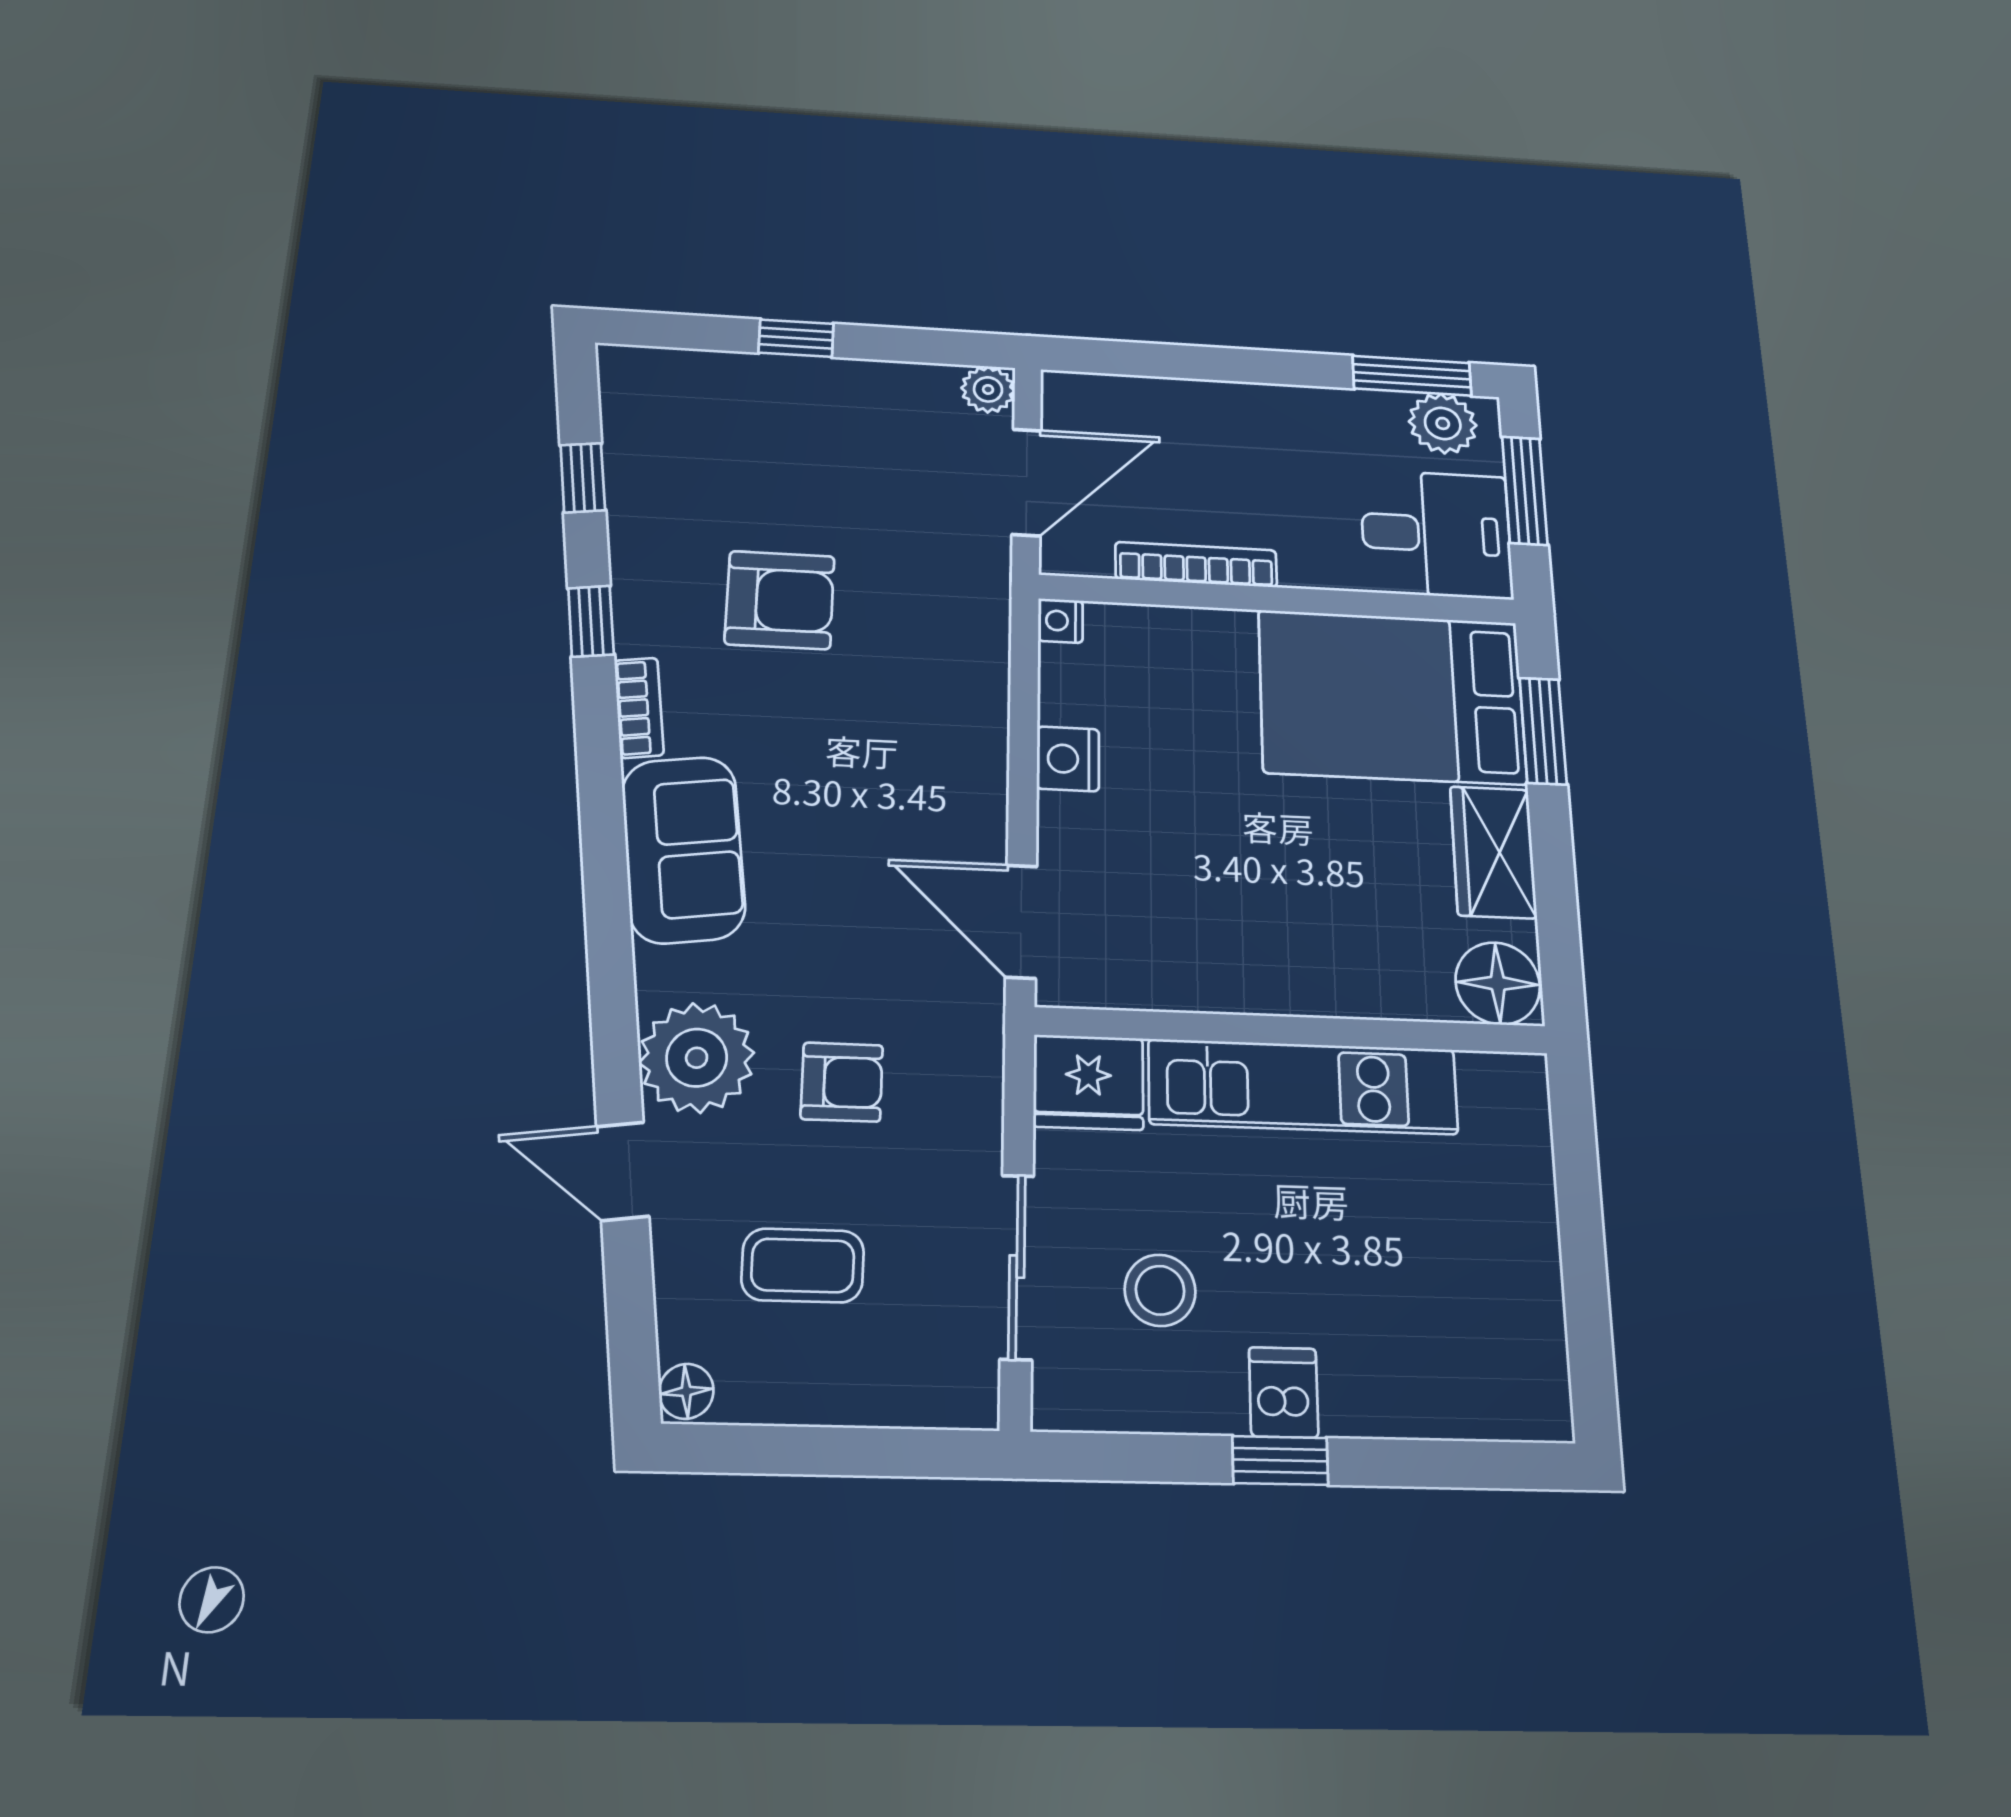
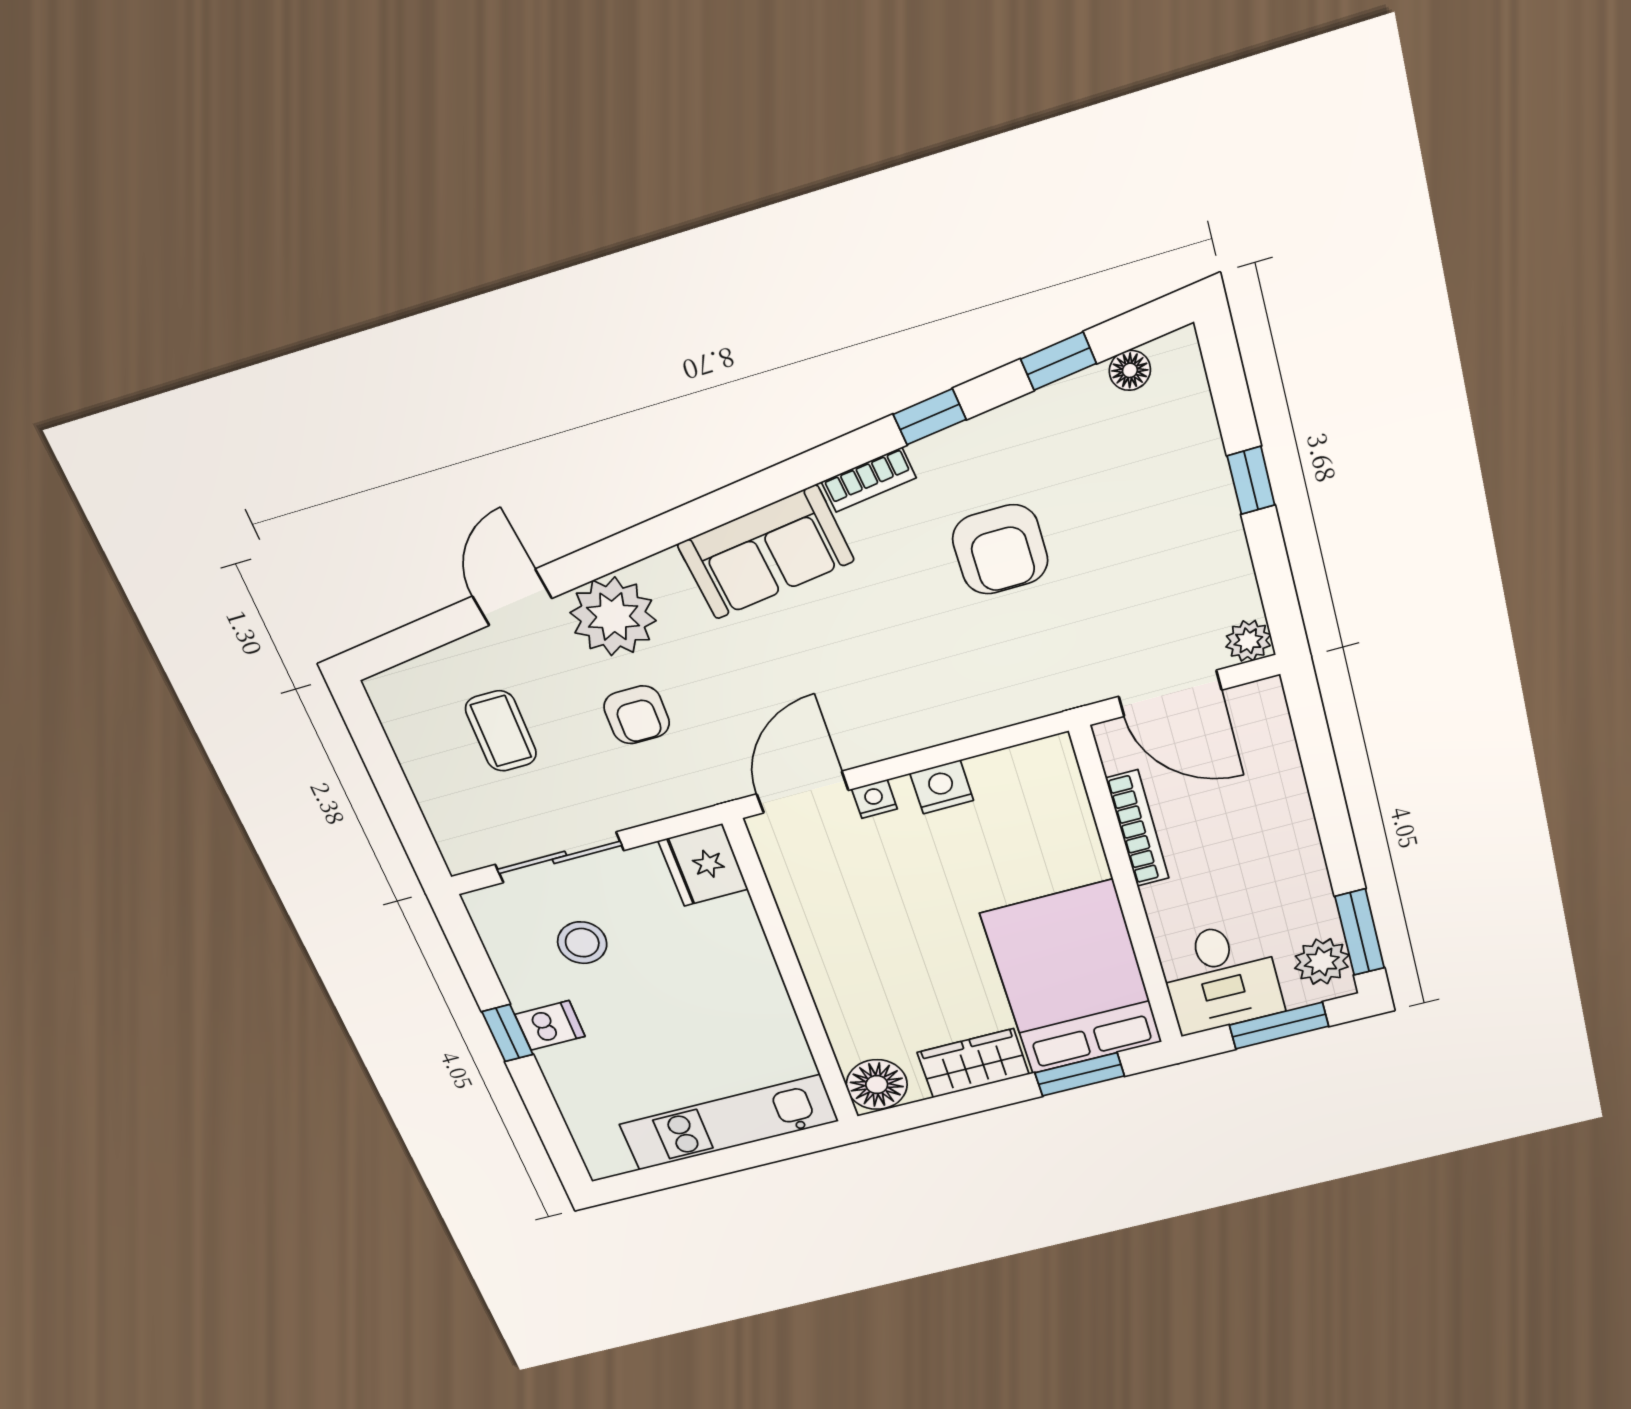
nightstand: (1060, 621) -> (874, 799), moved
kitchen unit: (1303, 1087) -> (729, 1123), moved, turned 90
floor lamp: (686, 1391) -> (1130, 370), moved

